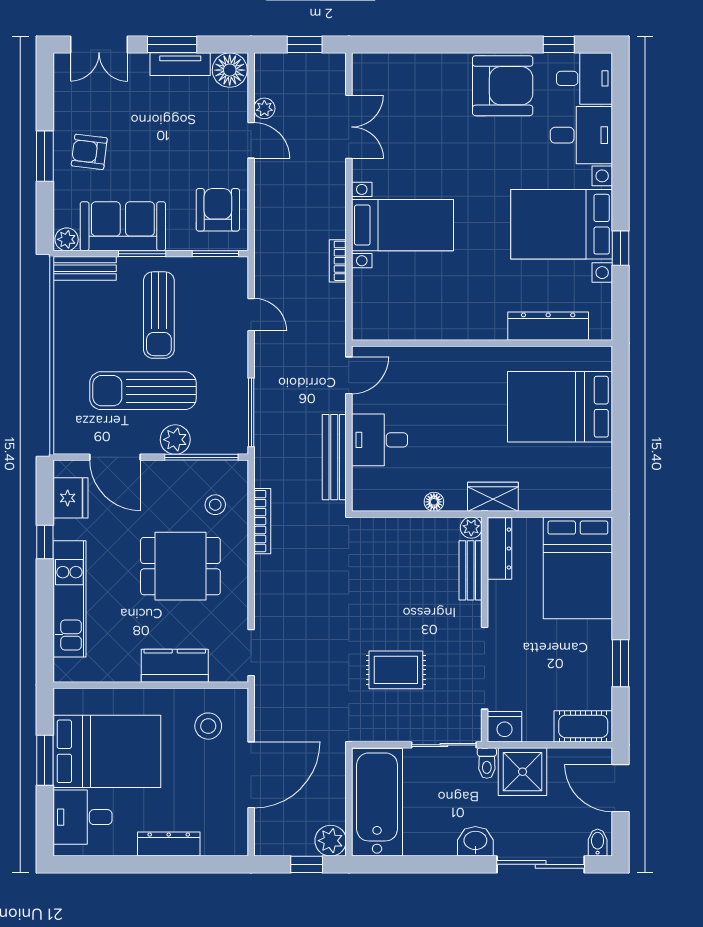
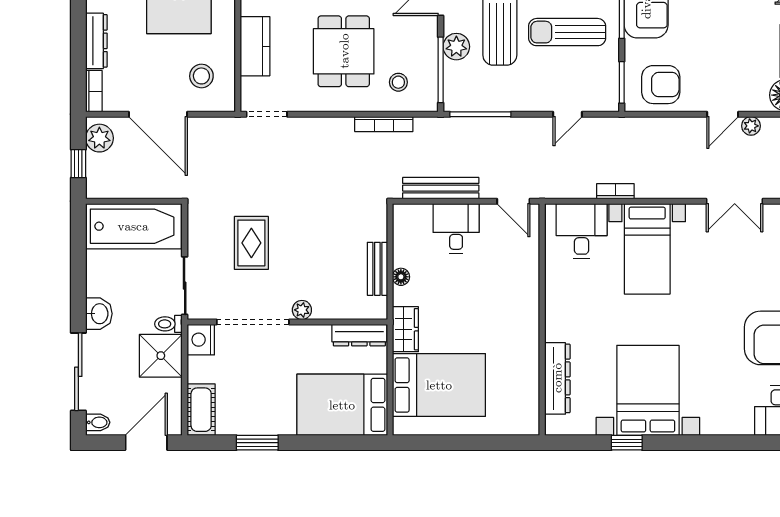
desk: (581, 135) -> (582, 231), moved, turned 180
bed: (560, 407) -> (439, 385), moved, turned 90
plant: (471, 528) -> (302, 310), moved
bench: (471, 570) -> (377, 269), moved, turned 90
plant: (331, 841) -> (99, 138), moved
bookcase: (225, 847) -> (94, 91), added

